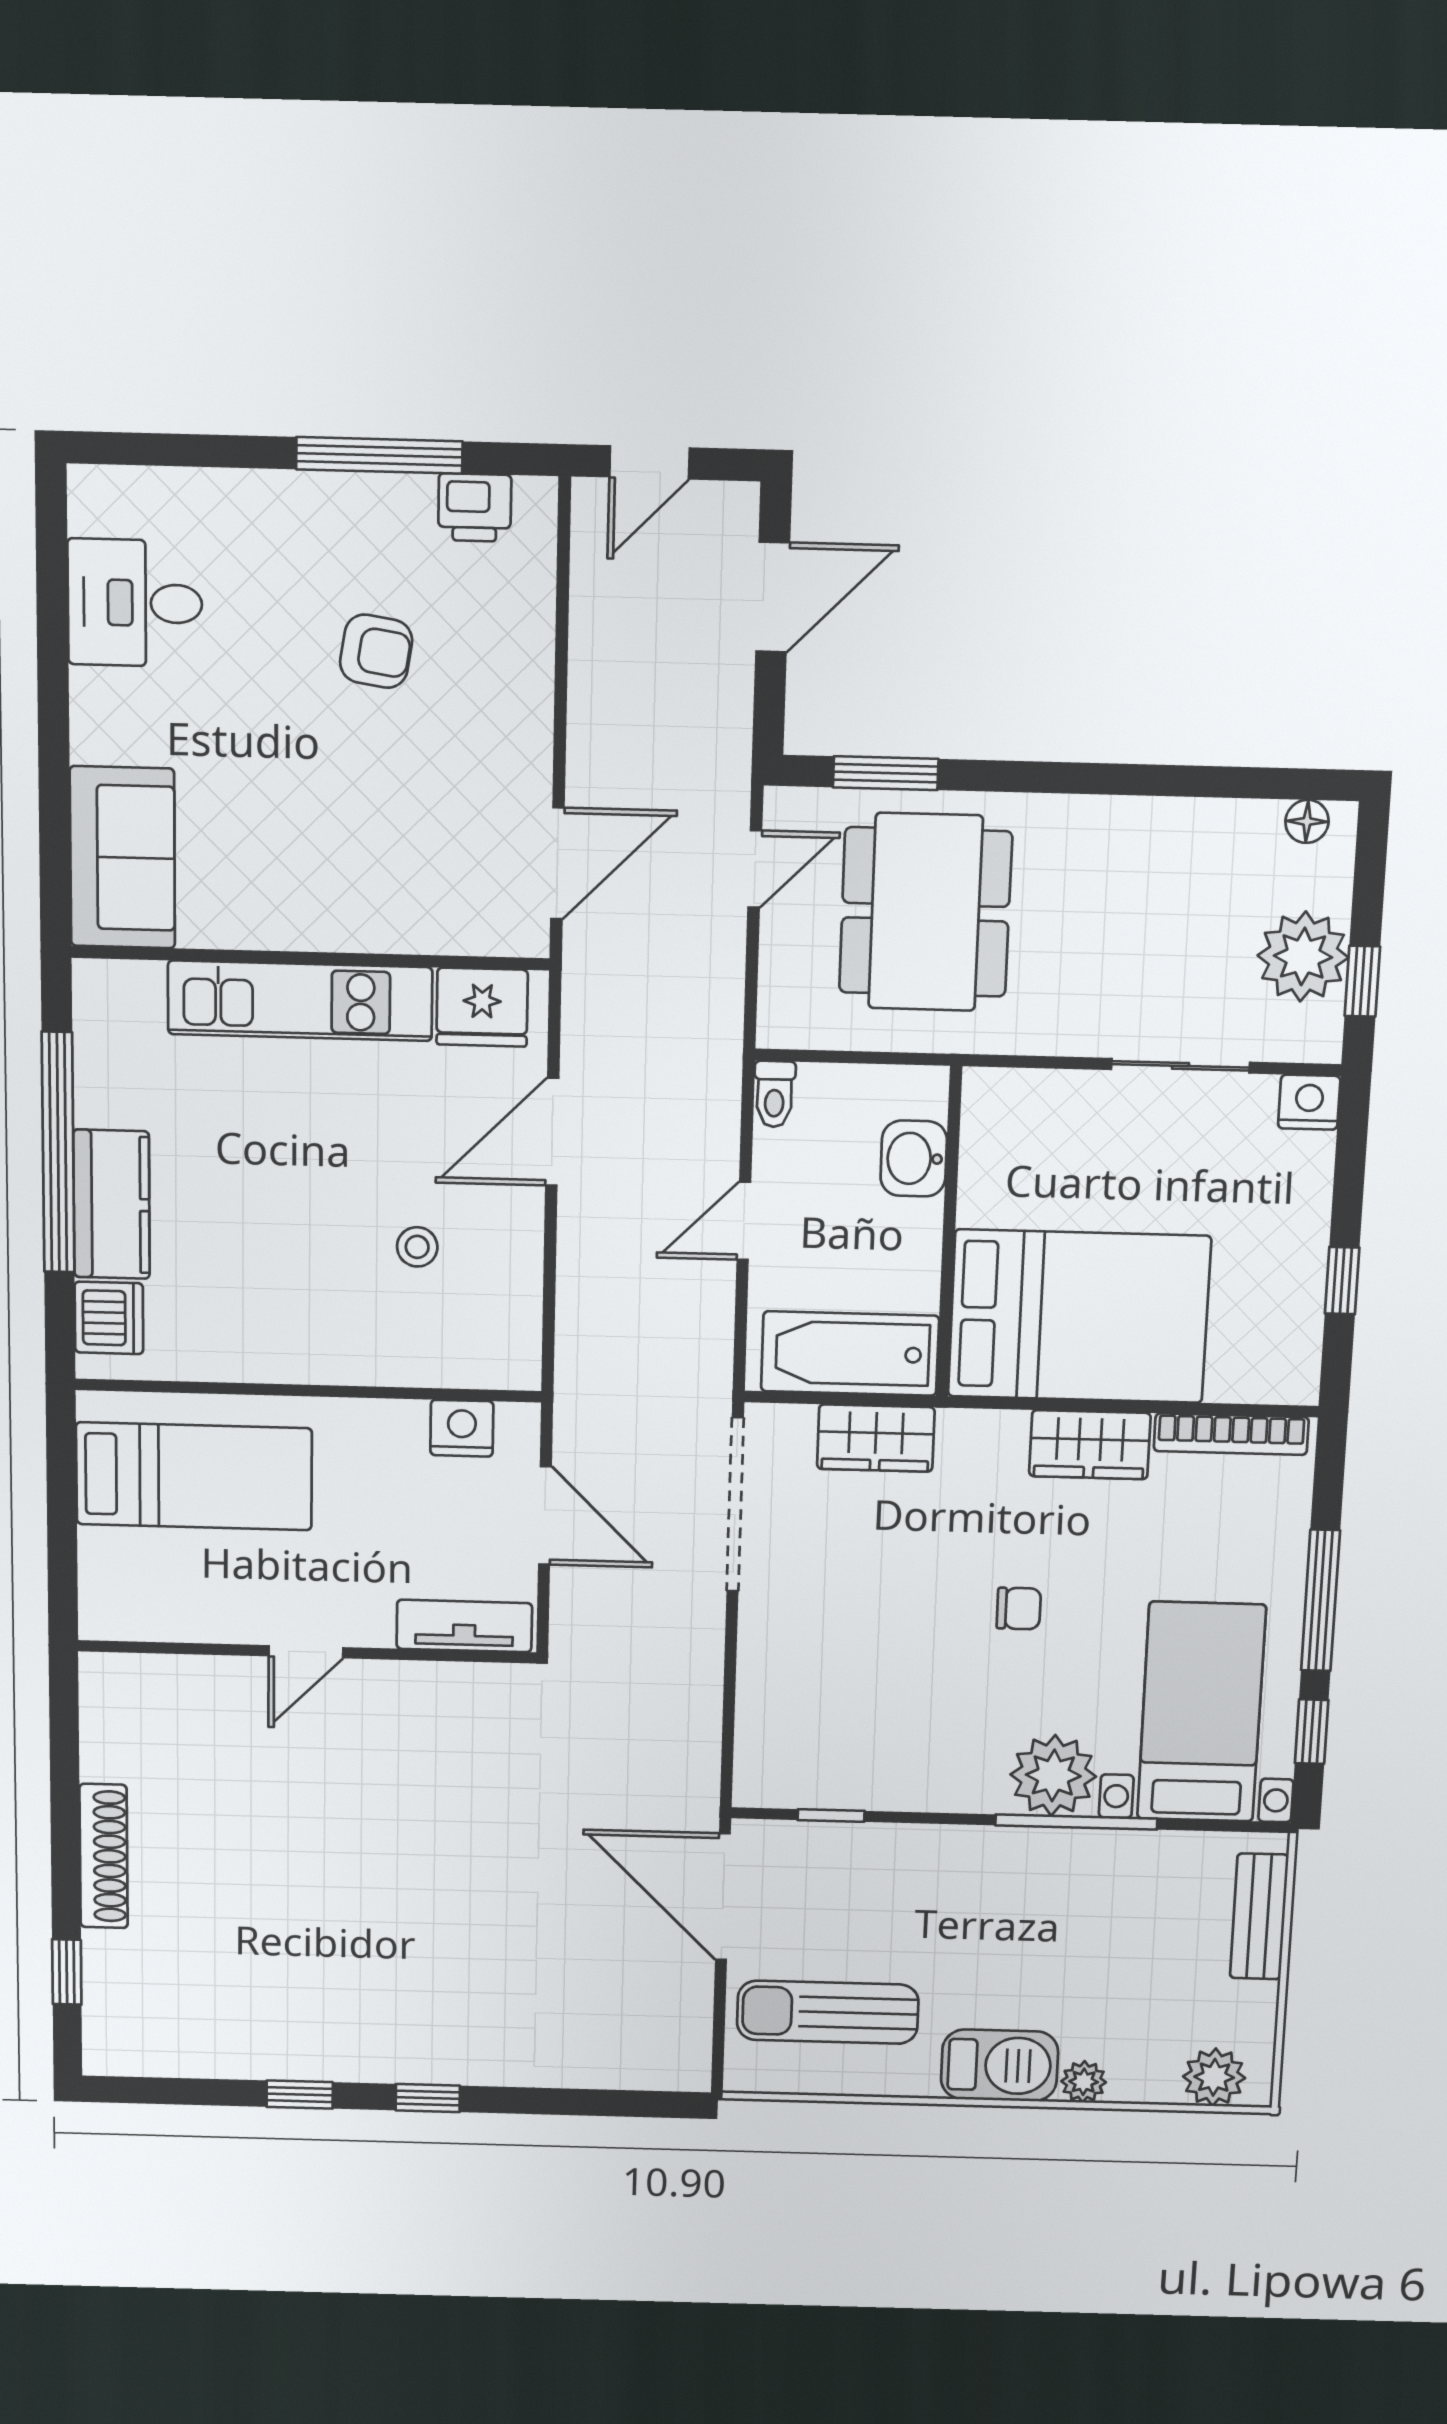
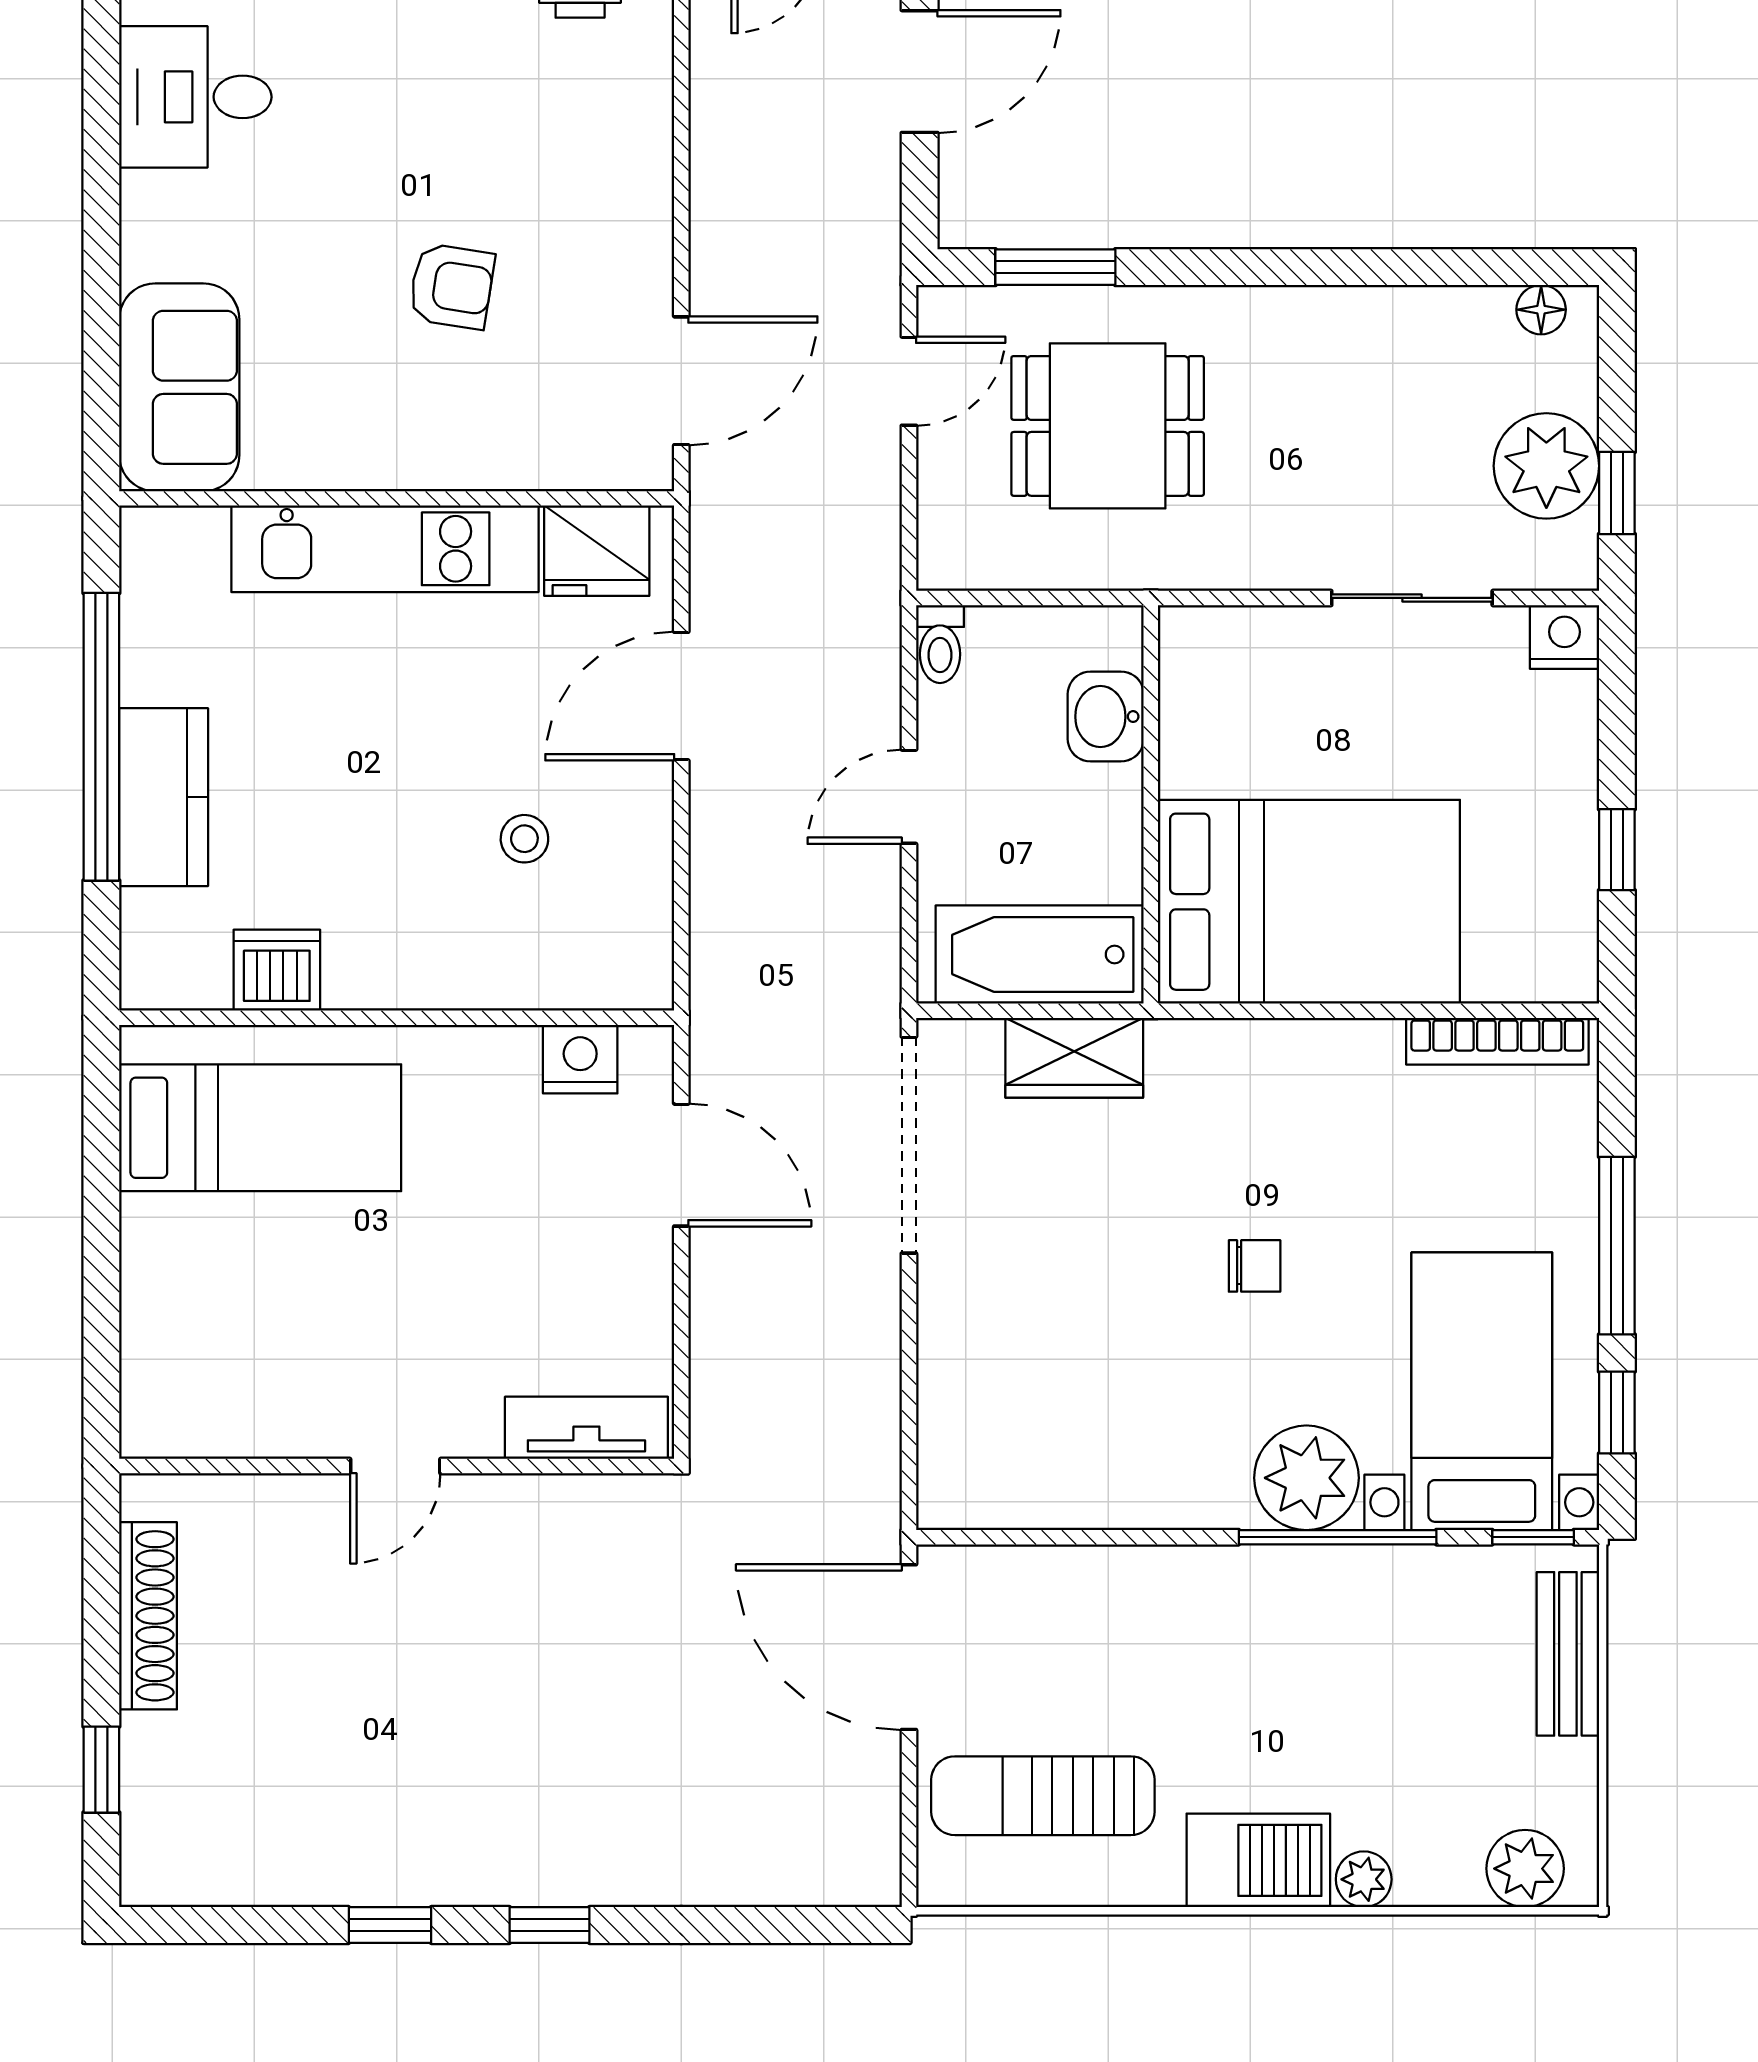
armchair: (376, 651) -> (452, 286), moved
dining table: (926, 912) -> (1108, 426), width x0.73
dishwasher: (109, 1318) -> (277, 970), moved, turned -90
wardrobe: (1090, 1445) -> (1330, 1059), removed
tv unit: (464, 1626) -> (586, 1428), moved
door: (306, 1652) -> (395, 1466), moved
wall: (307, 1652) -> (397, 1466), moved
window: (831, 1815) -> (1533, 1537), moved

